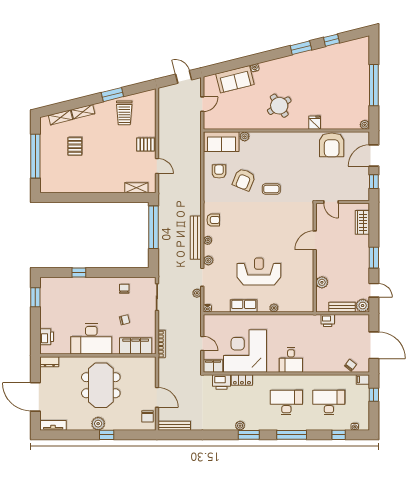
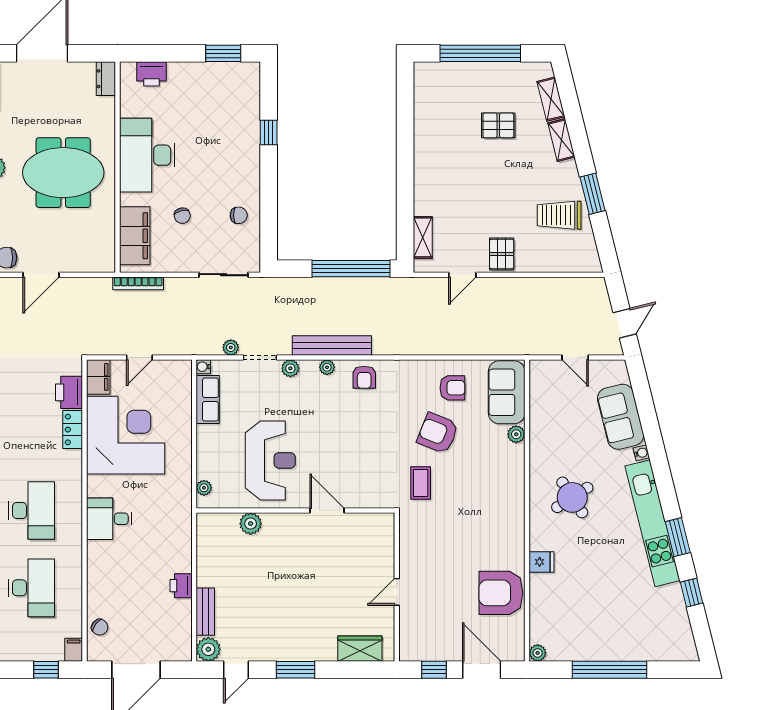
kitchen unit: (293, 62) -> (653, 523), added
door: (315, 240) -> (327, 511), moved
wall: (315, 258) -> (295, 511), moved
plant: (322, 282) -> (251, 524), moved
row of seats: (244, 306) -> (208, 400), moved

